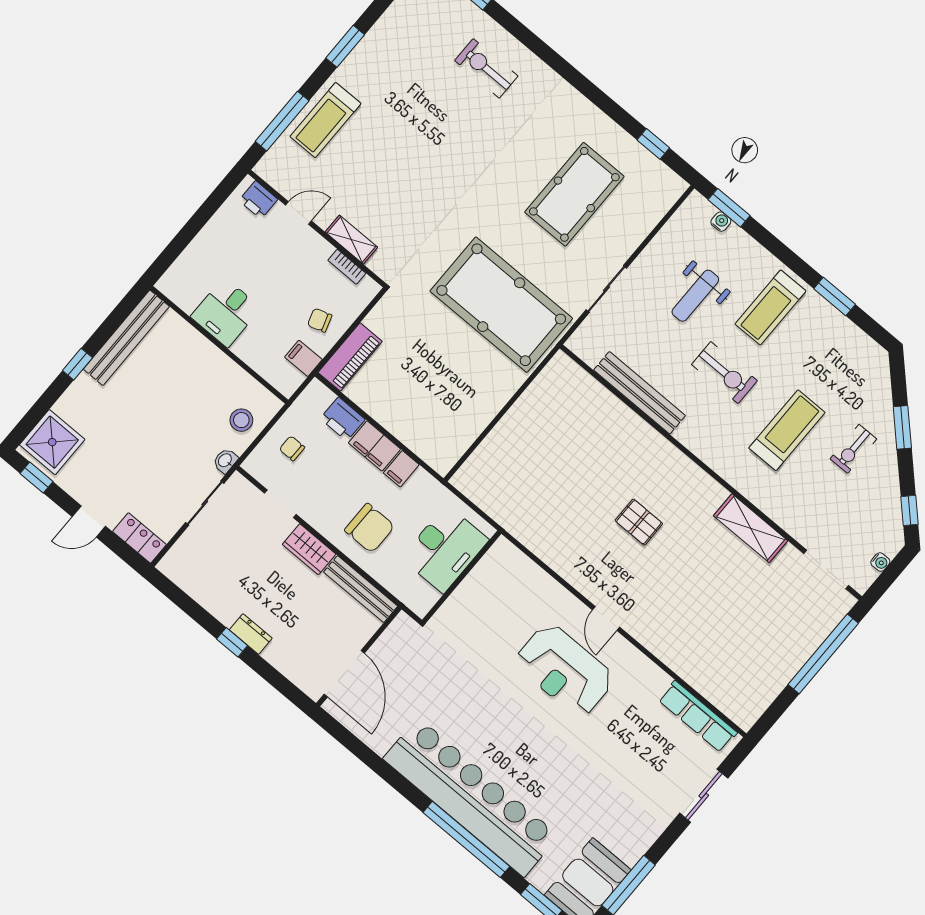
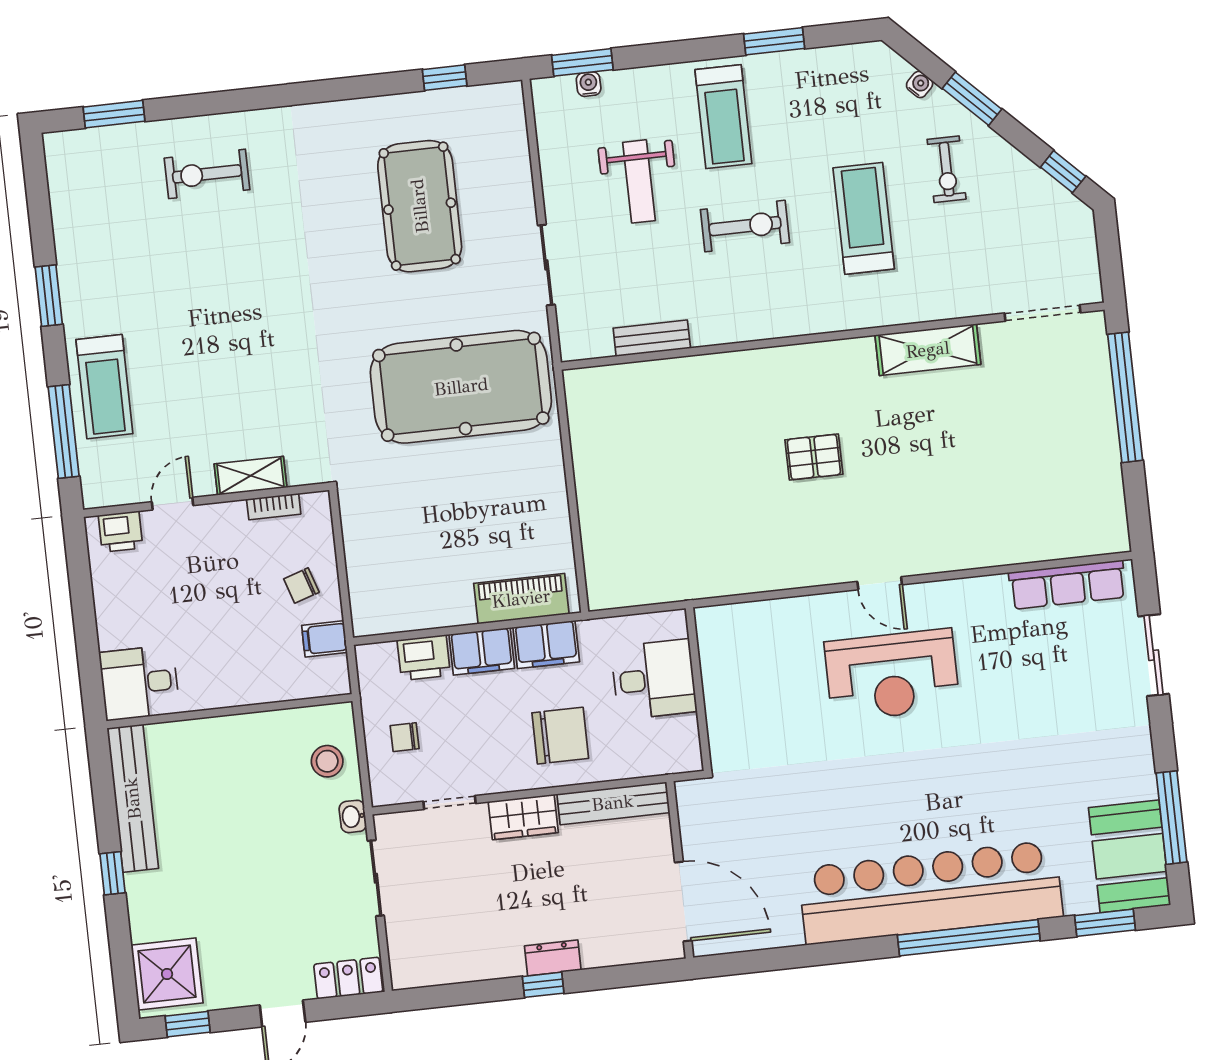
desk: (226, 312) -> (139, 683), moved, turned 90
piano: (350, 357) -> (521, 599), moved, turned -90
bench: (640, 393) -> (652, 338), width x0.54, depth x0.82
filing cabinet: (401, 469) -> (546, 645), width x2.00
desk: (445, 549) -> (654, 679), width x0.73
water cooler: (880, 562) -> (920, 84), moved, turned -45

